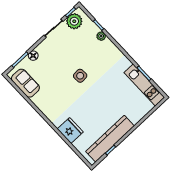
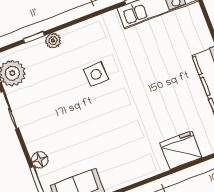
side table: (80, 76) -> (96, 74), moved

